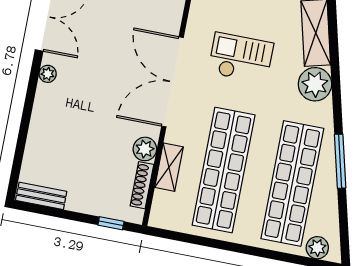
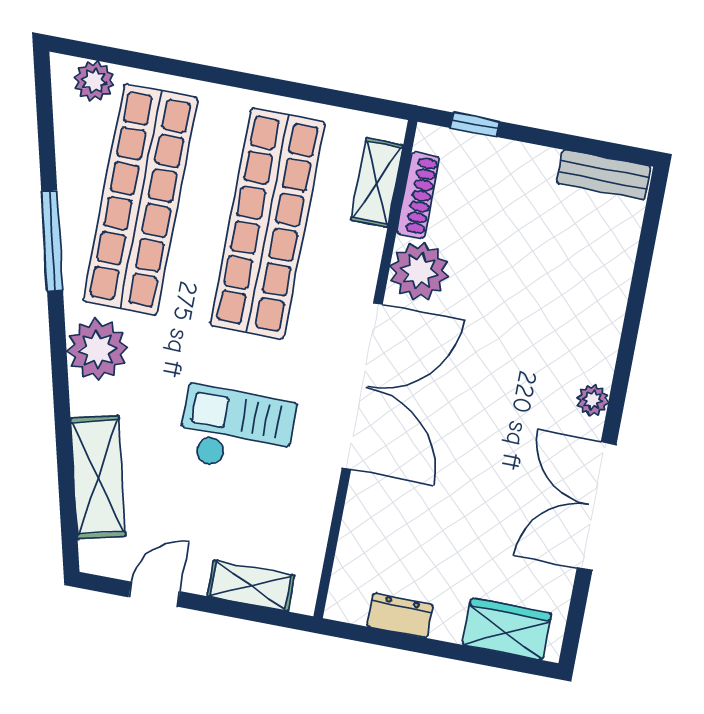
checkout: (241, 58) -> (236, 431), turned 180
plant: (315, 84) -> (97, 349), moved
plant: (145, 149) -> (419, 271), width x1.36, depth x1.36
shelving: (169, 167) -> (377, 183), moved

